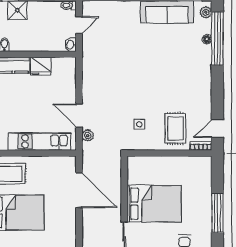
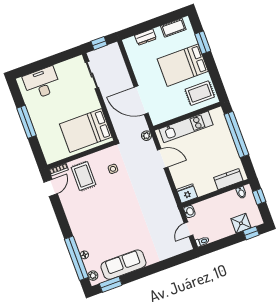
fridge: (41, 66) -> (187, 193), moved
plant: (88, 136) -> (146, 136), moved
bed: (154, 204) -> (86, 130), moved

